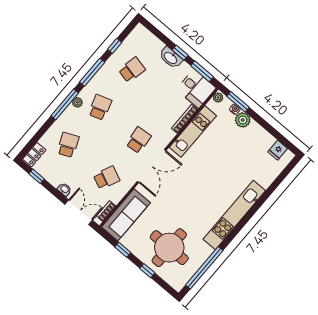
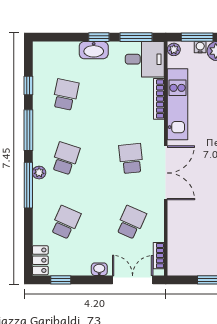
school desk: (100, 107) -> (66, 158), turned 36
school desk: (68, 145) -> (66, 222), turned 48
sofa: (126, 215) -> (181, 243), removed

